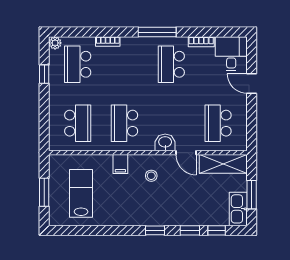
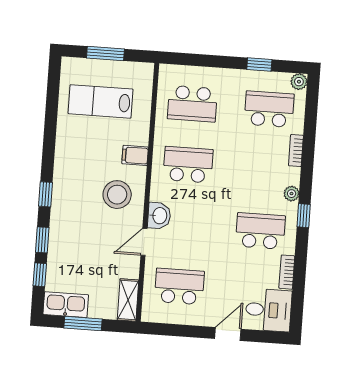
window: (157, 32) -> (304, 216), width x0.46
plant: (141, 43) -> (292, 194), added
shelving: (223, 164) -> (128, 300), width x0.67, depth x0.75
stool: (151, 176) -> (117, 195), width x1.89, depth x1.89
lab bench: (81, 193) -> (101, 101), turned 180

